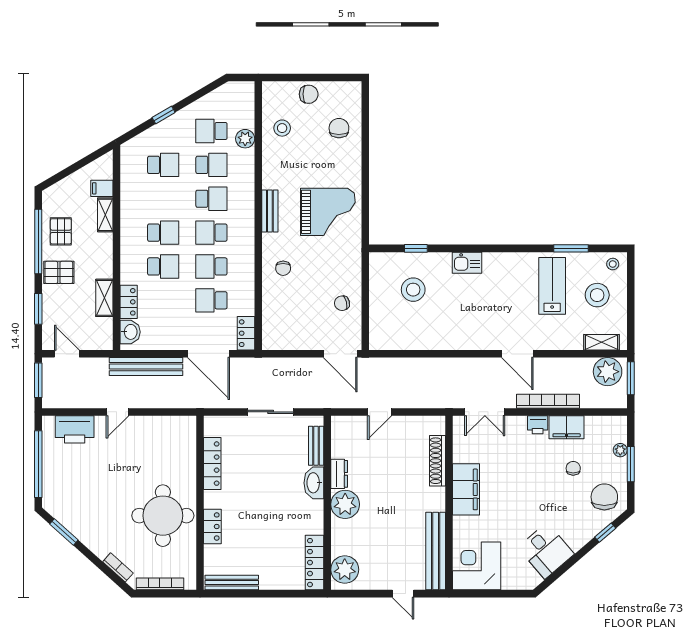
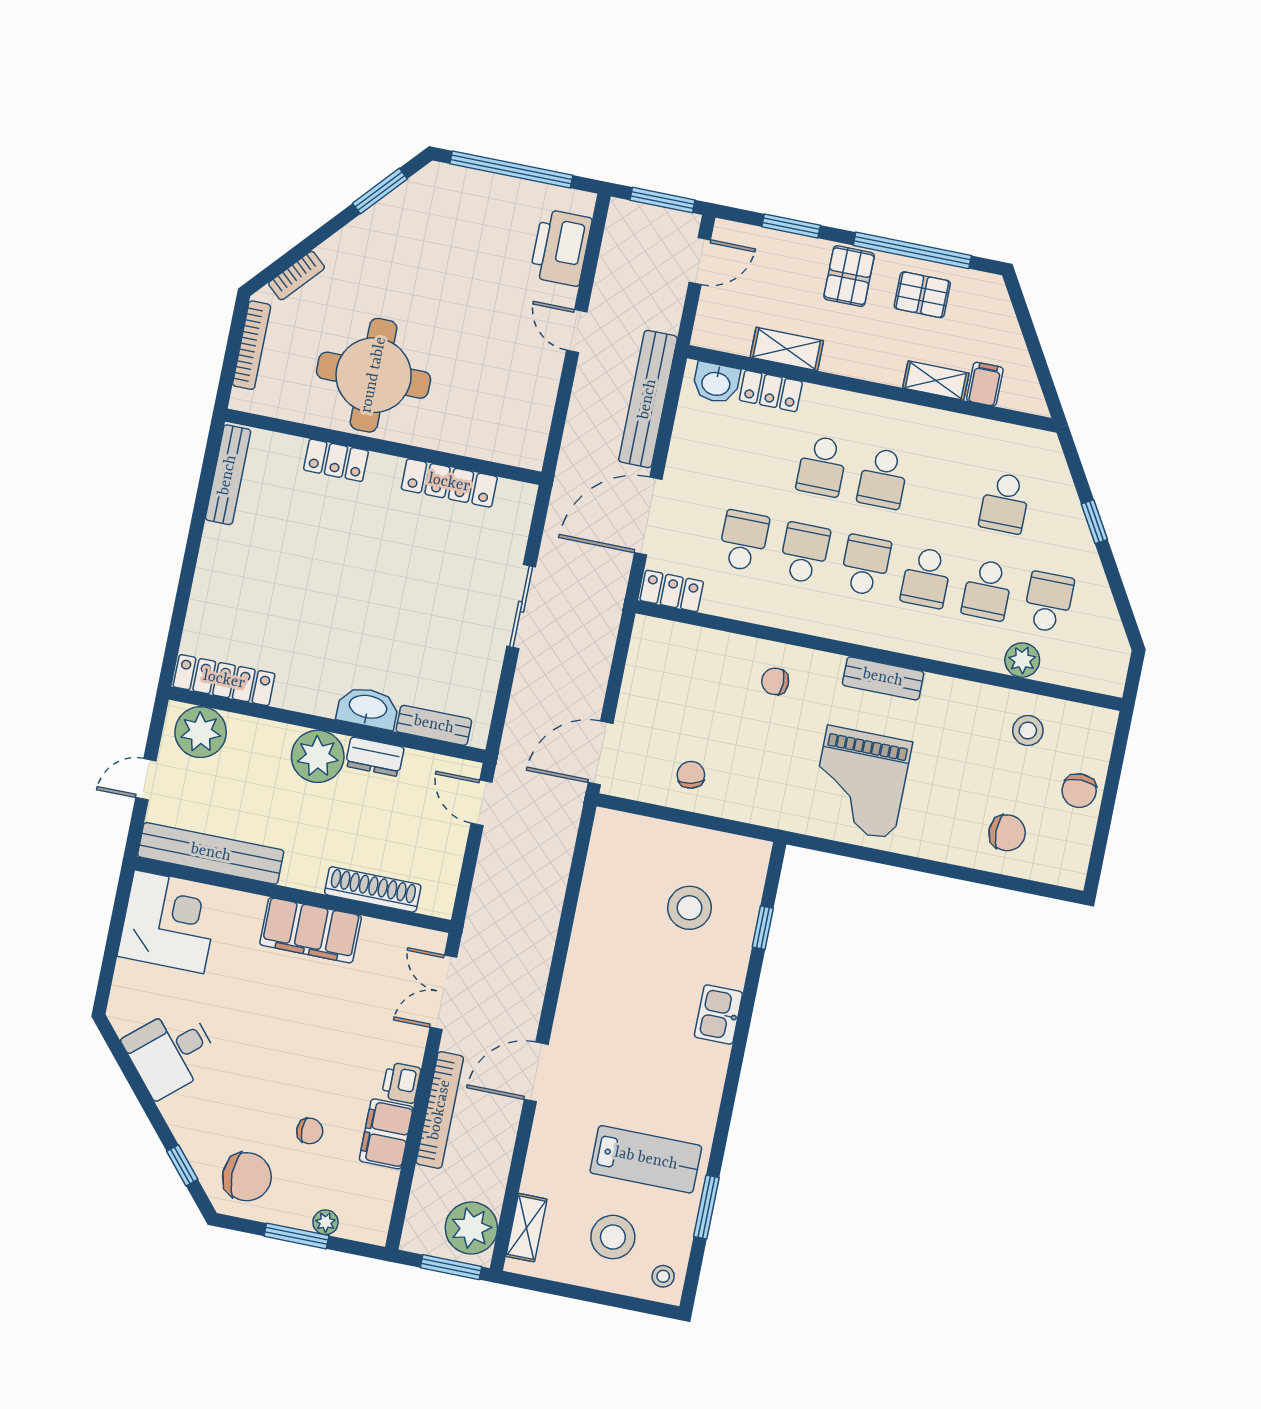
bench: (316, 446) -> (434, 725), moved
dresser: (339, 474) -> (375, 757), moved
washbasin: (314, 483) -> (368, 708), moved
wall: (327, 503) -> (327, 725), moved
plant: (345, 504) -> (318, 756), moved
locker: (314, 563) -> (224, 680), moved
plant: (345, 570) -> (201, 732), moved

